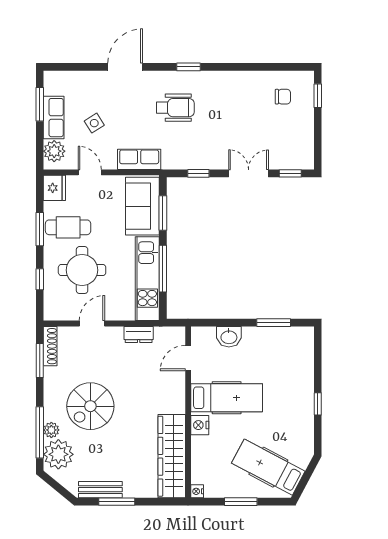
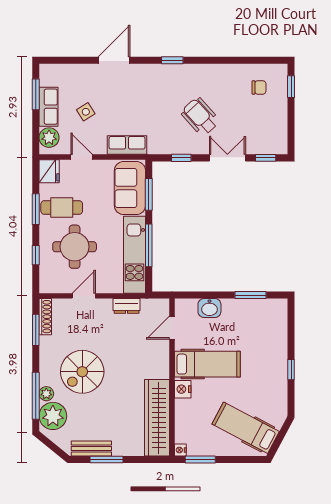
wheelchair: (175, 108) -> (200, 117), moved, turned -132
window: (241, 502) -> (200, 460), moved

